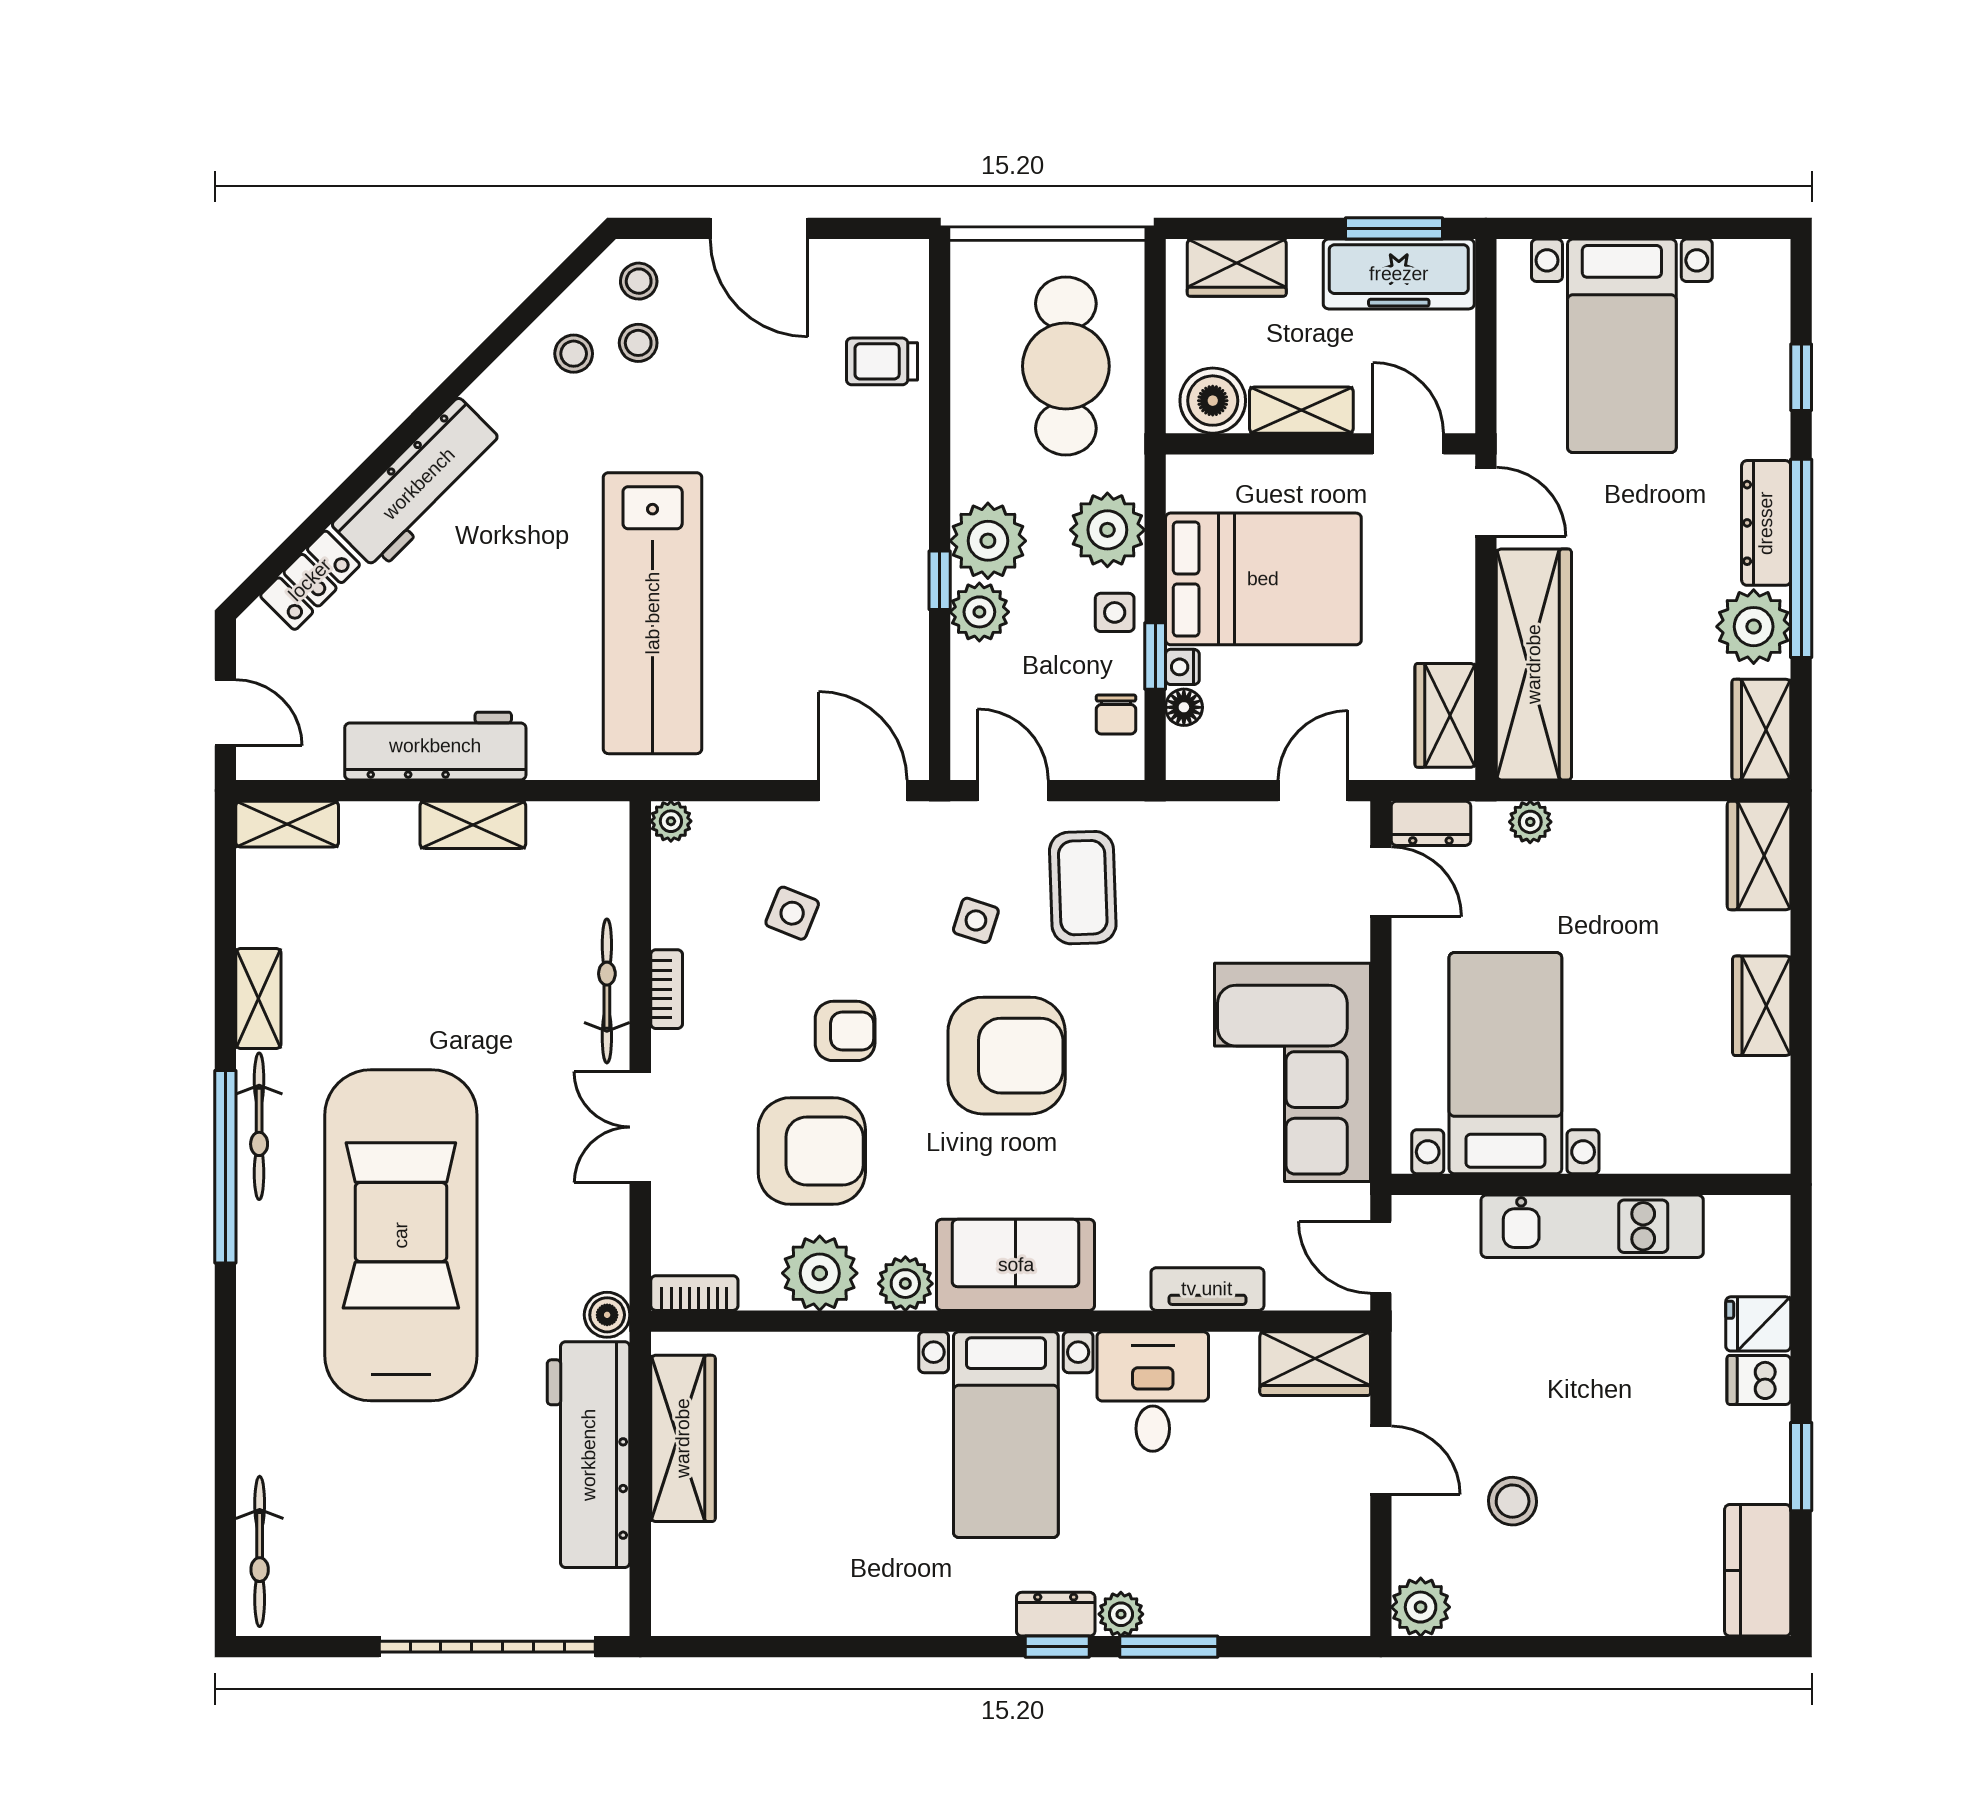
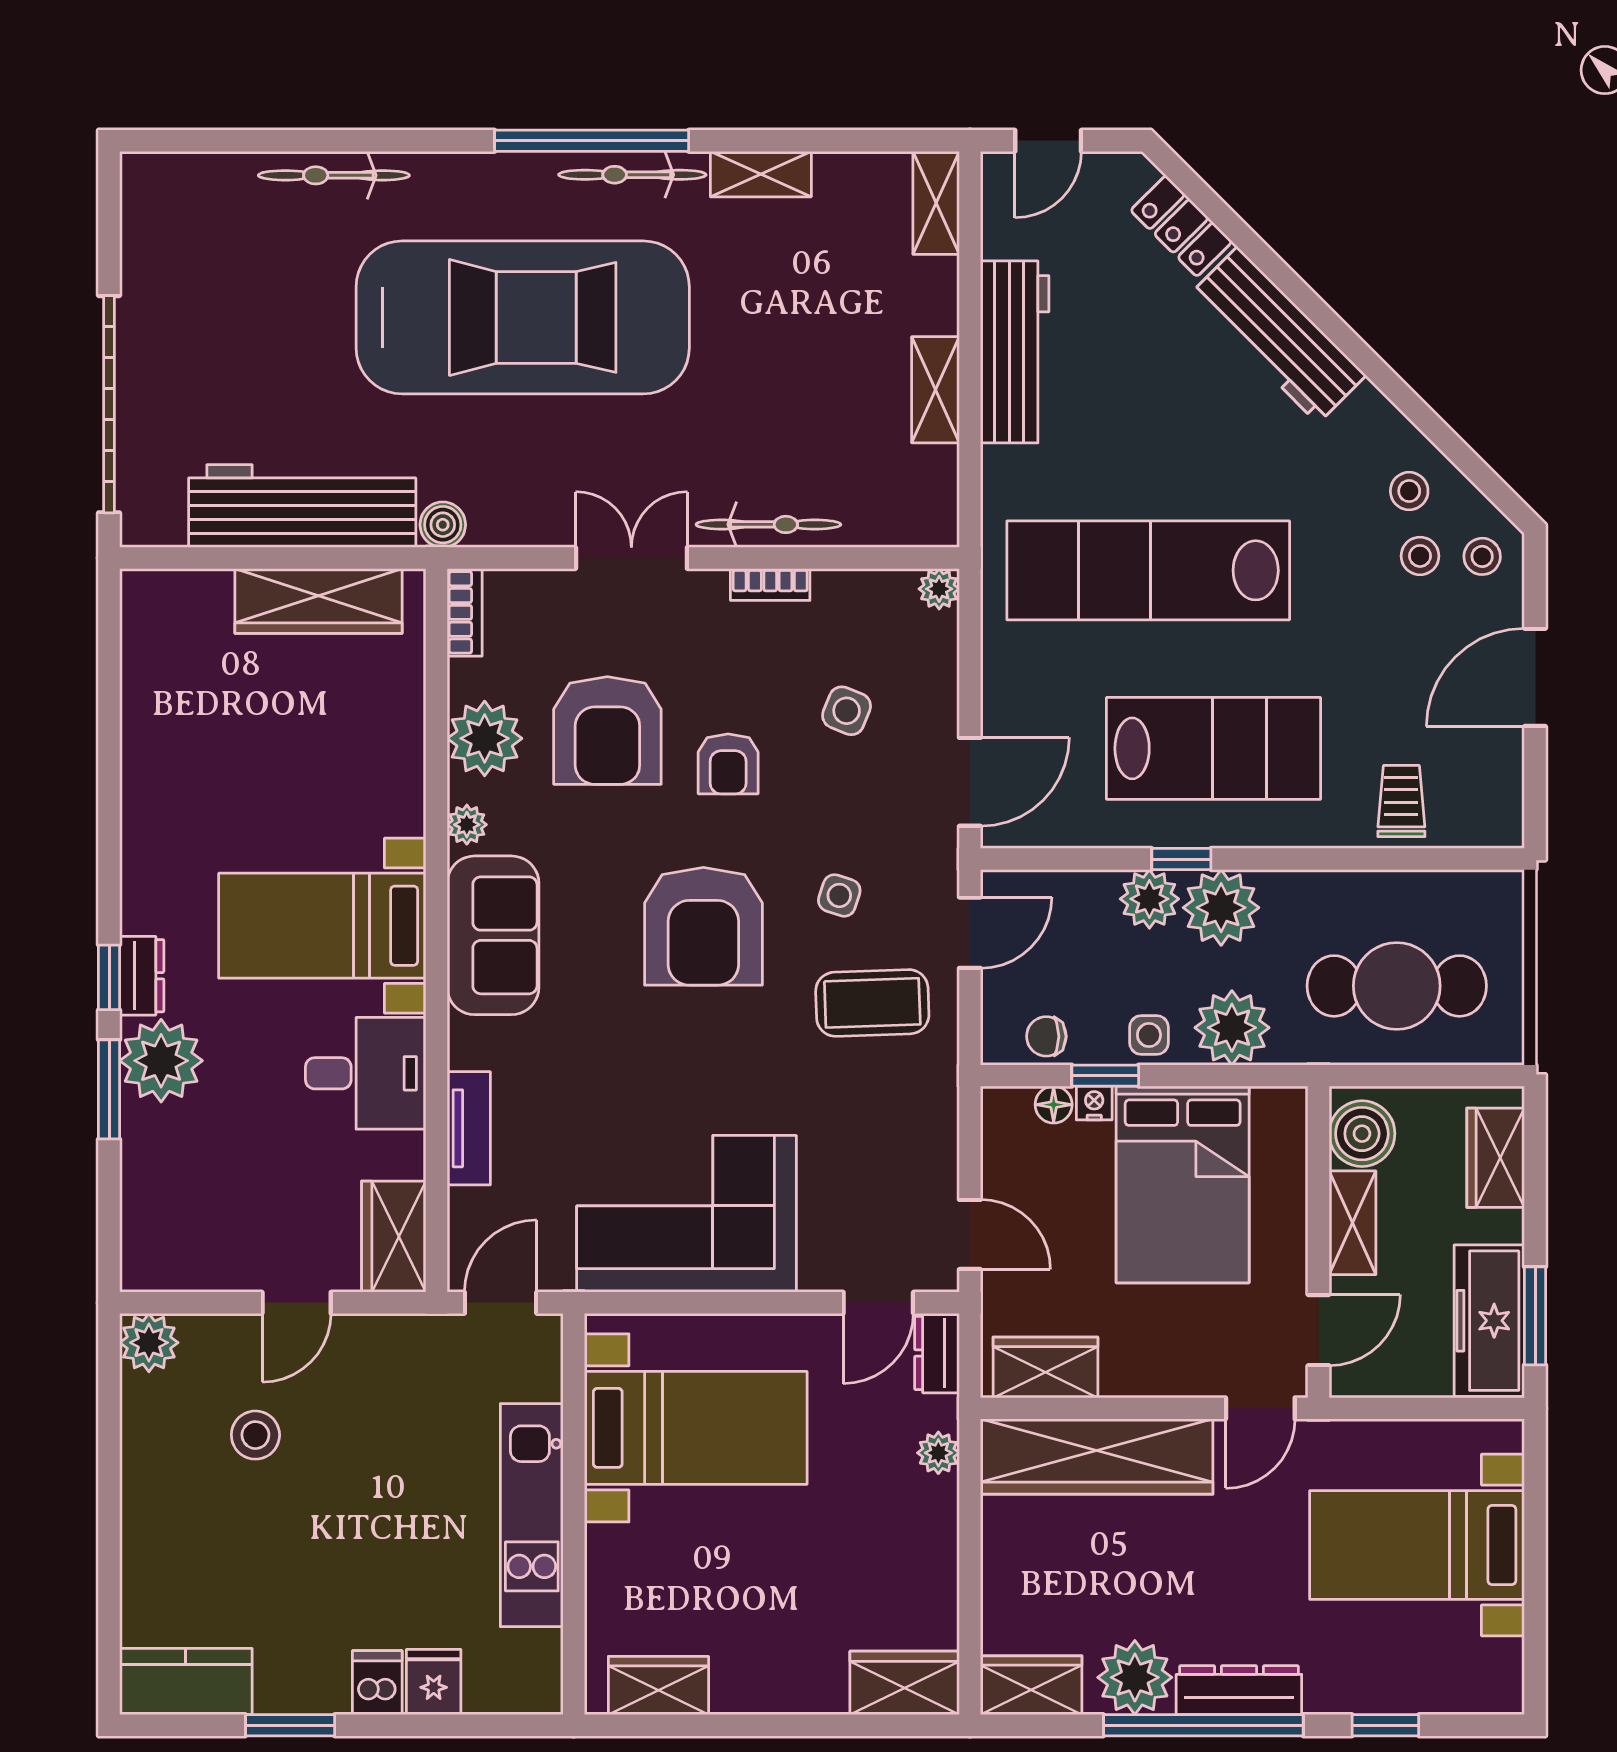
lab bench: (830, 548) -> (1213, 748), added
wardrobe: (1762, 1006) -> (658, 1686), moved
plant: (905, 1284) -> (467, 825), width x0.73, depth x0.73
bicycle: (260, 1551) -> (334, 175), moved
plant: (1121, 1614) -> (161, 1061), width x1.87, depth x1.87

